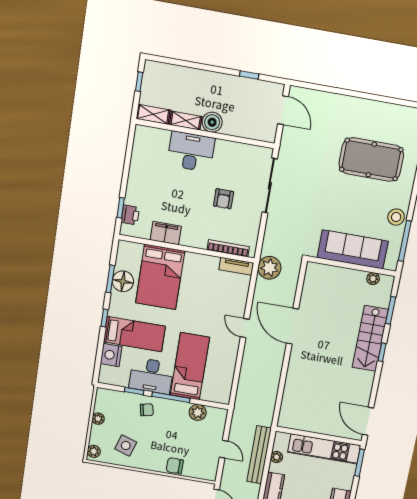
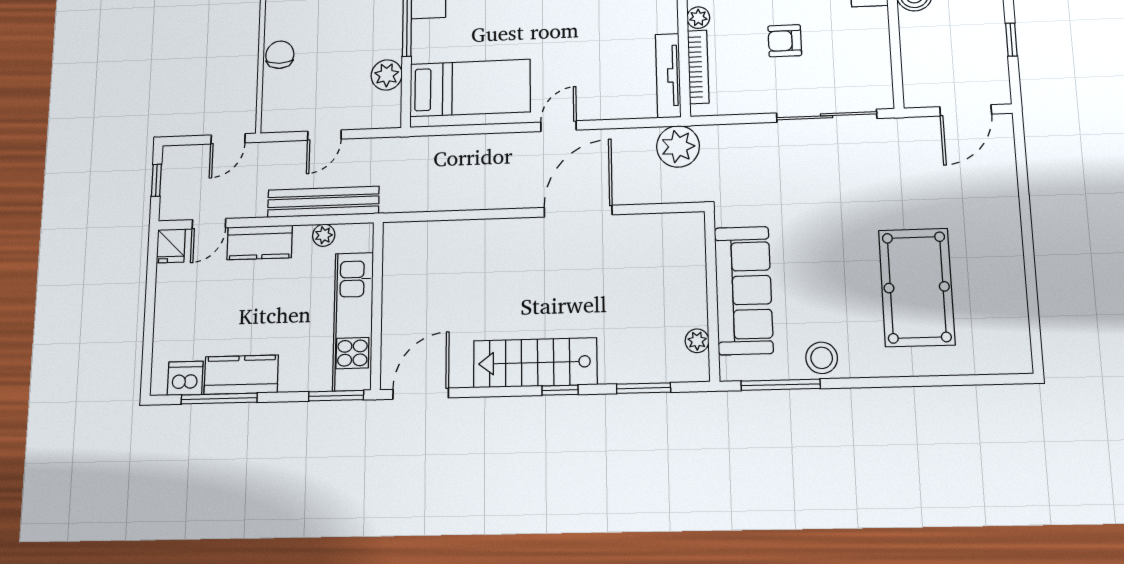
plant: (201, 243) -> (698, 18), added
tv unit: (236, 266) -> (668, 76), width x1.41
stairs: (370, 338) -> (535, 363), moved
bed: (190, 366) -> (470, 88), moved

